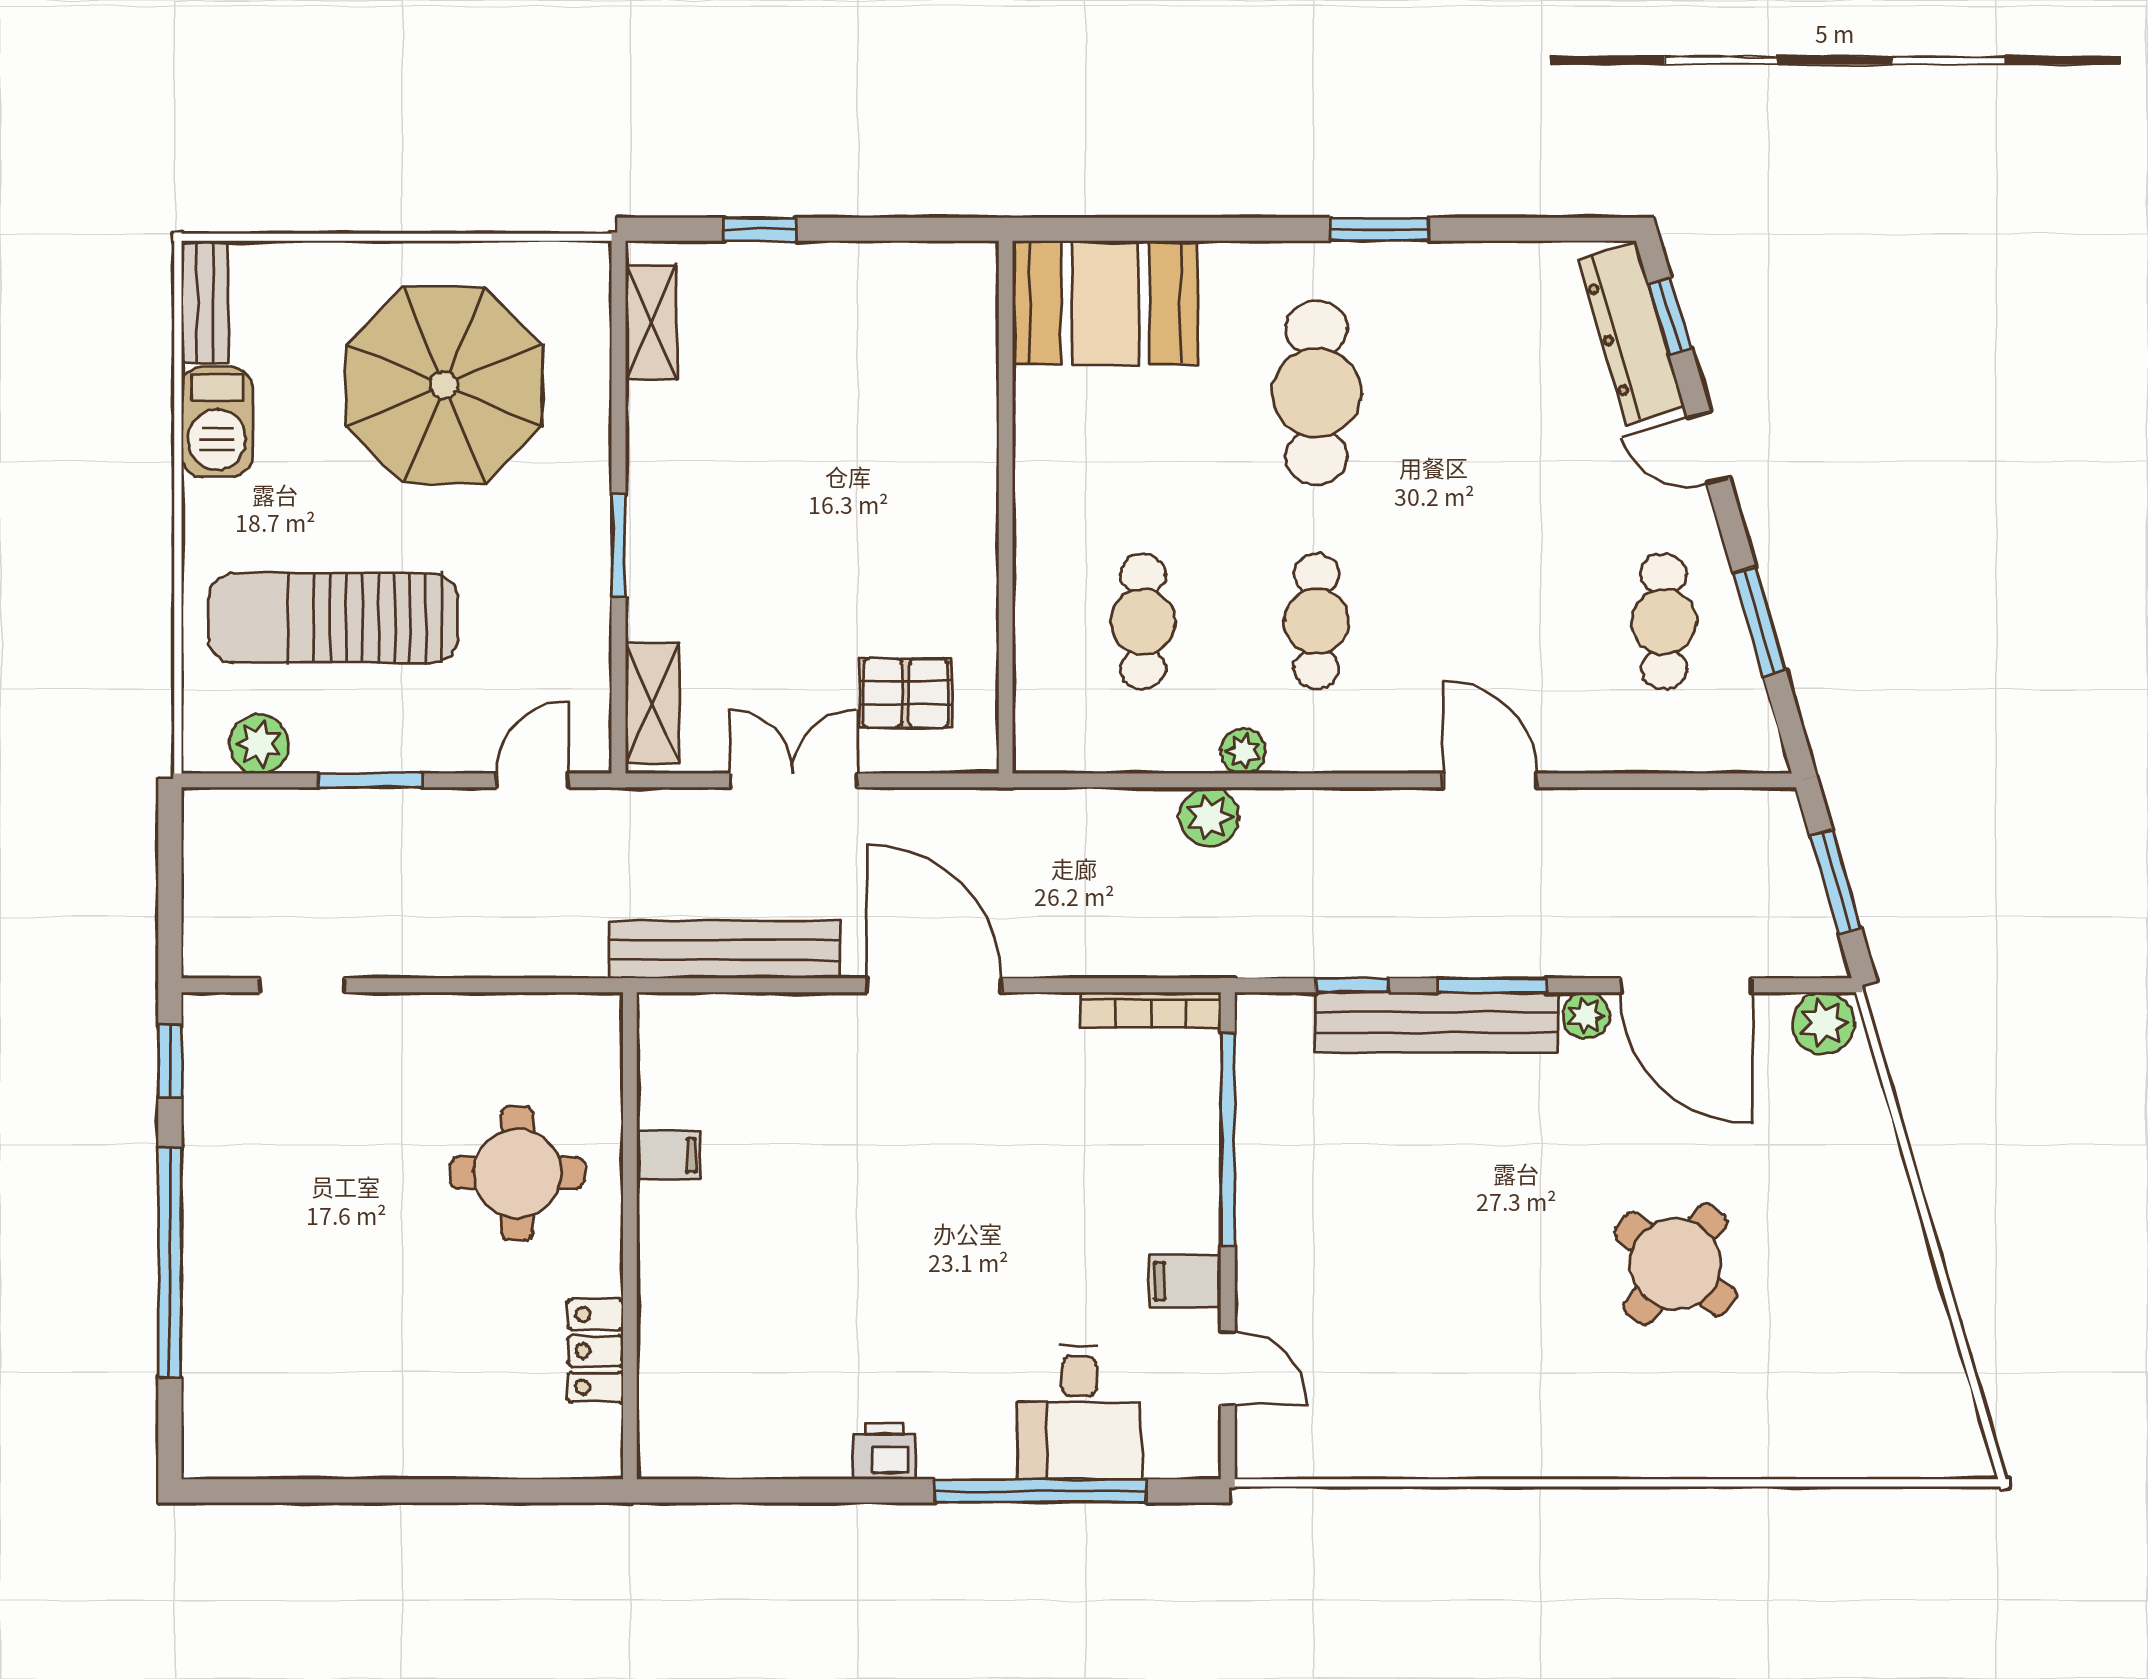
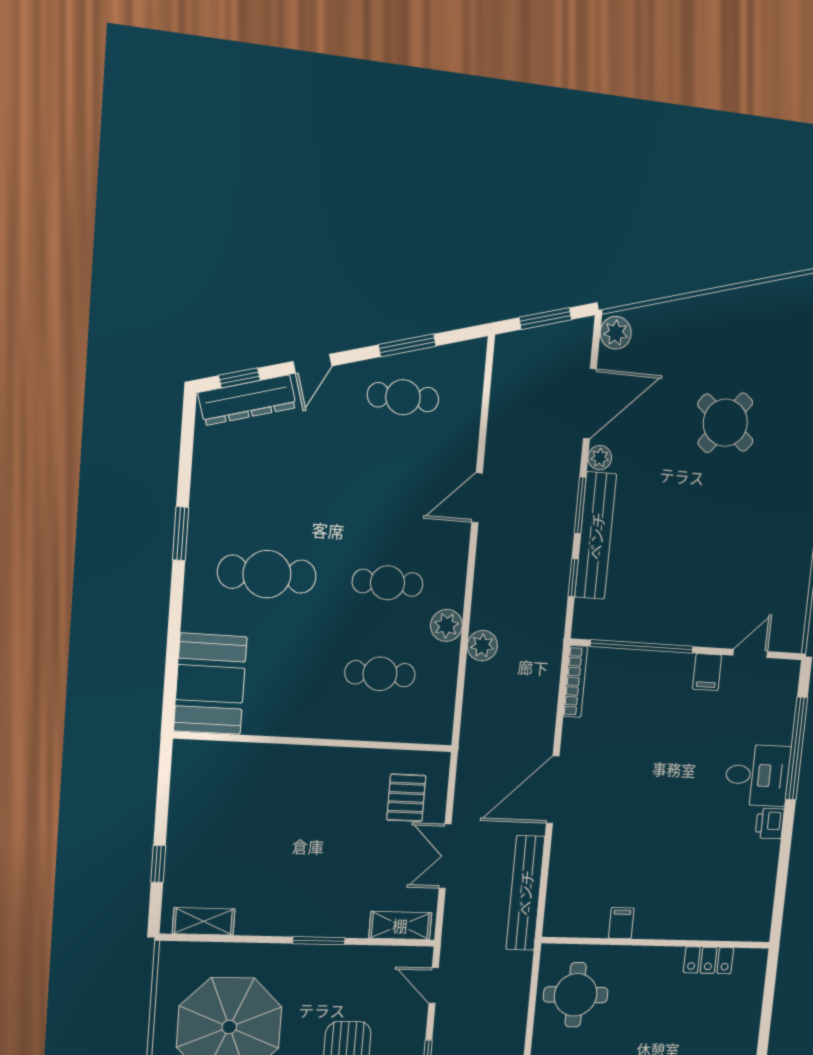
plant: (1243, 751) -> (446, 625), width x1.38, depth x1.38
round table: (517, 1173) -> (576, 995), moved
desk: (1079, 1413) -> (757, 775), moved

